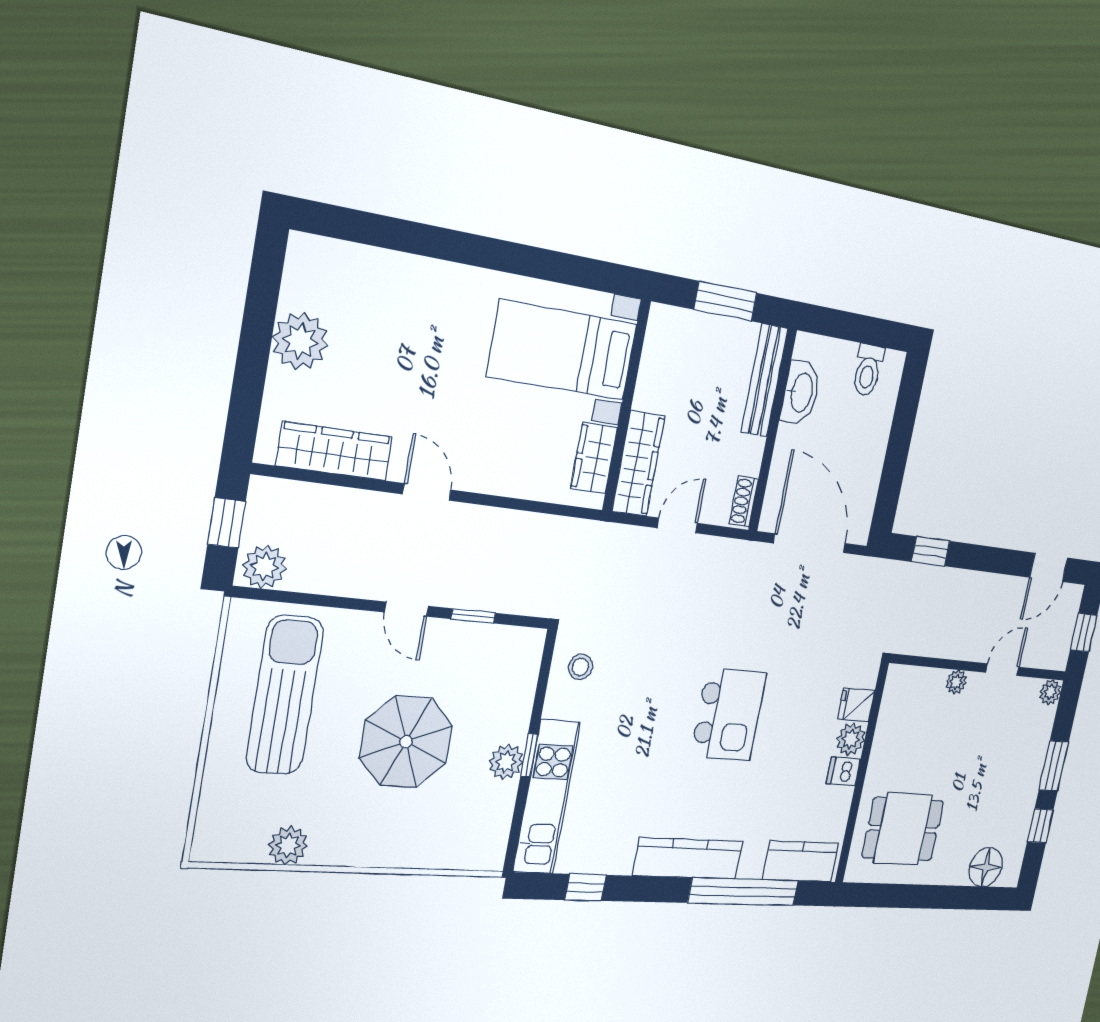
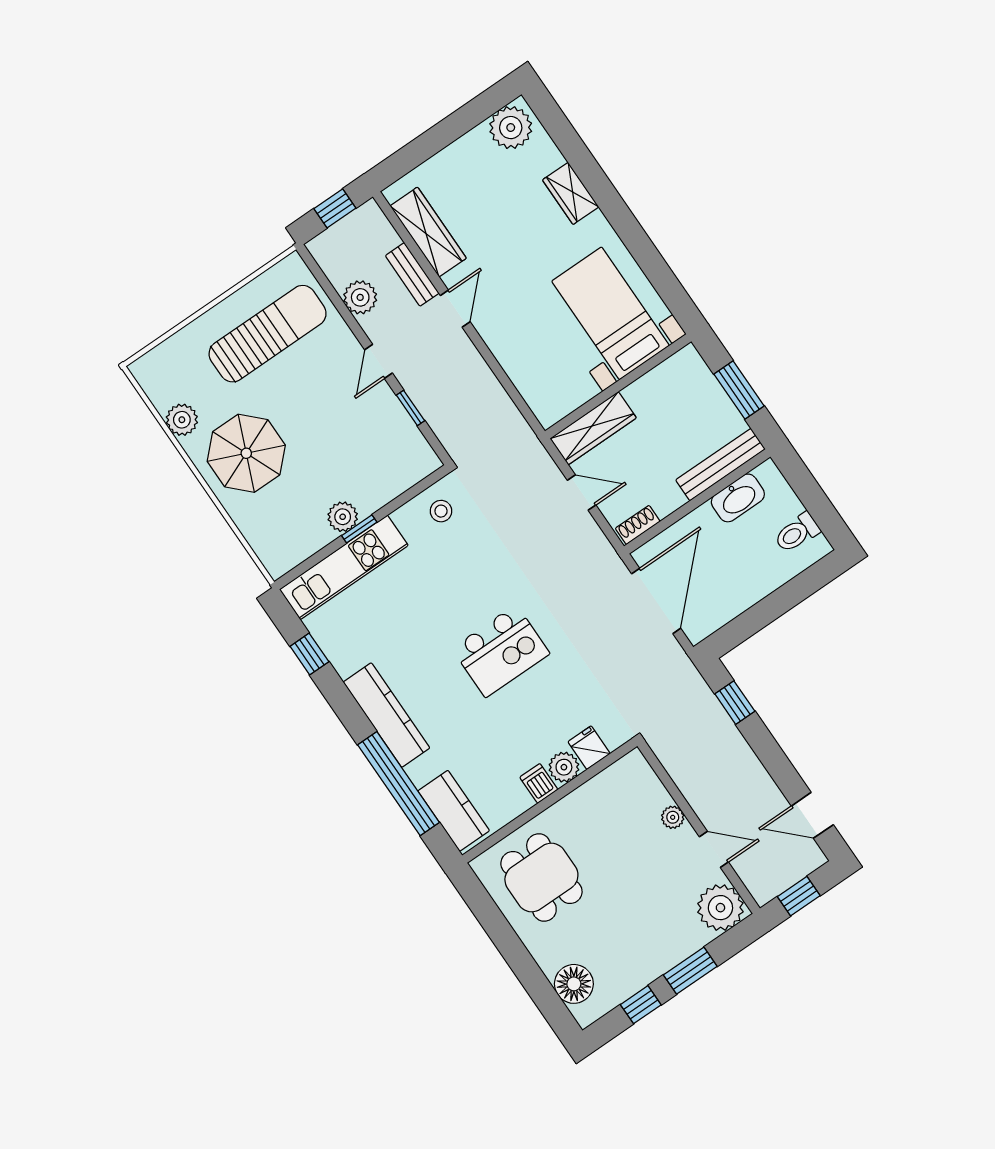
plant: (300, 341) -> (511, 128), moved
wardrobe: (594, 458) -> (571, 193), moved, turned -90
bench: (359, 504) -> (412, 274), added
plant: (264, 567) -> (360, 297), moved
plant: (1050, 692) -> (720, 908), width x1.87, depth x1.87
parasol: (406, 742) -> (246, 453), moved

